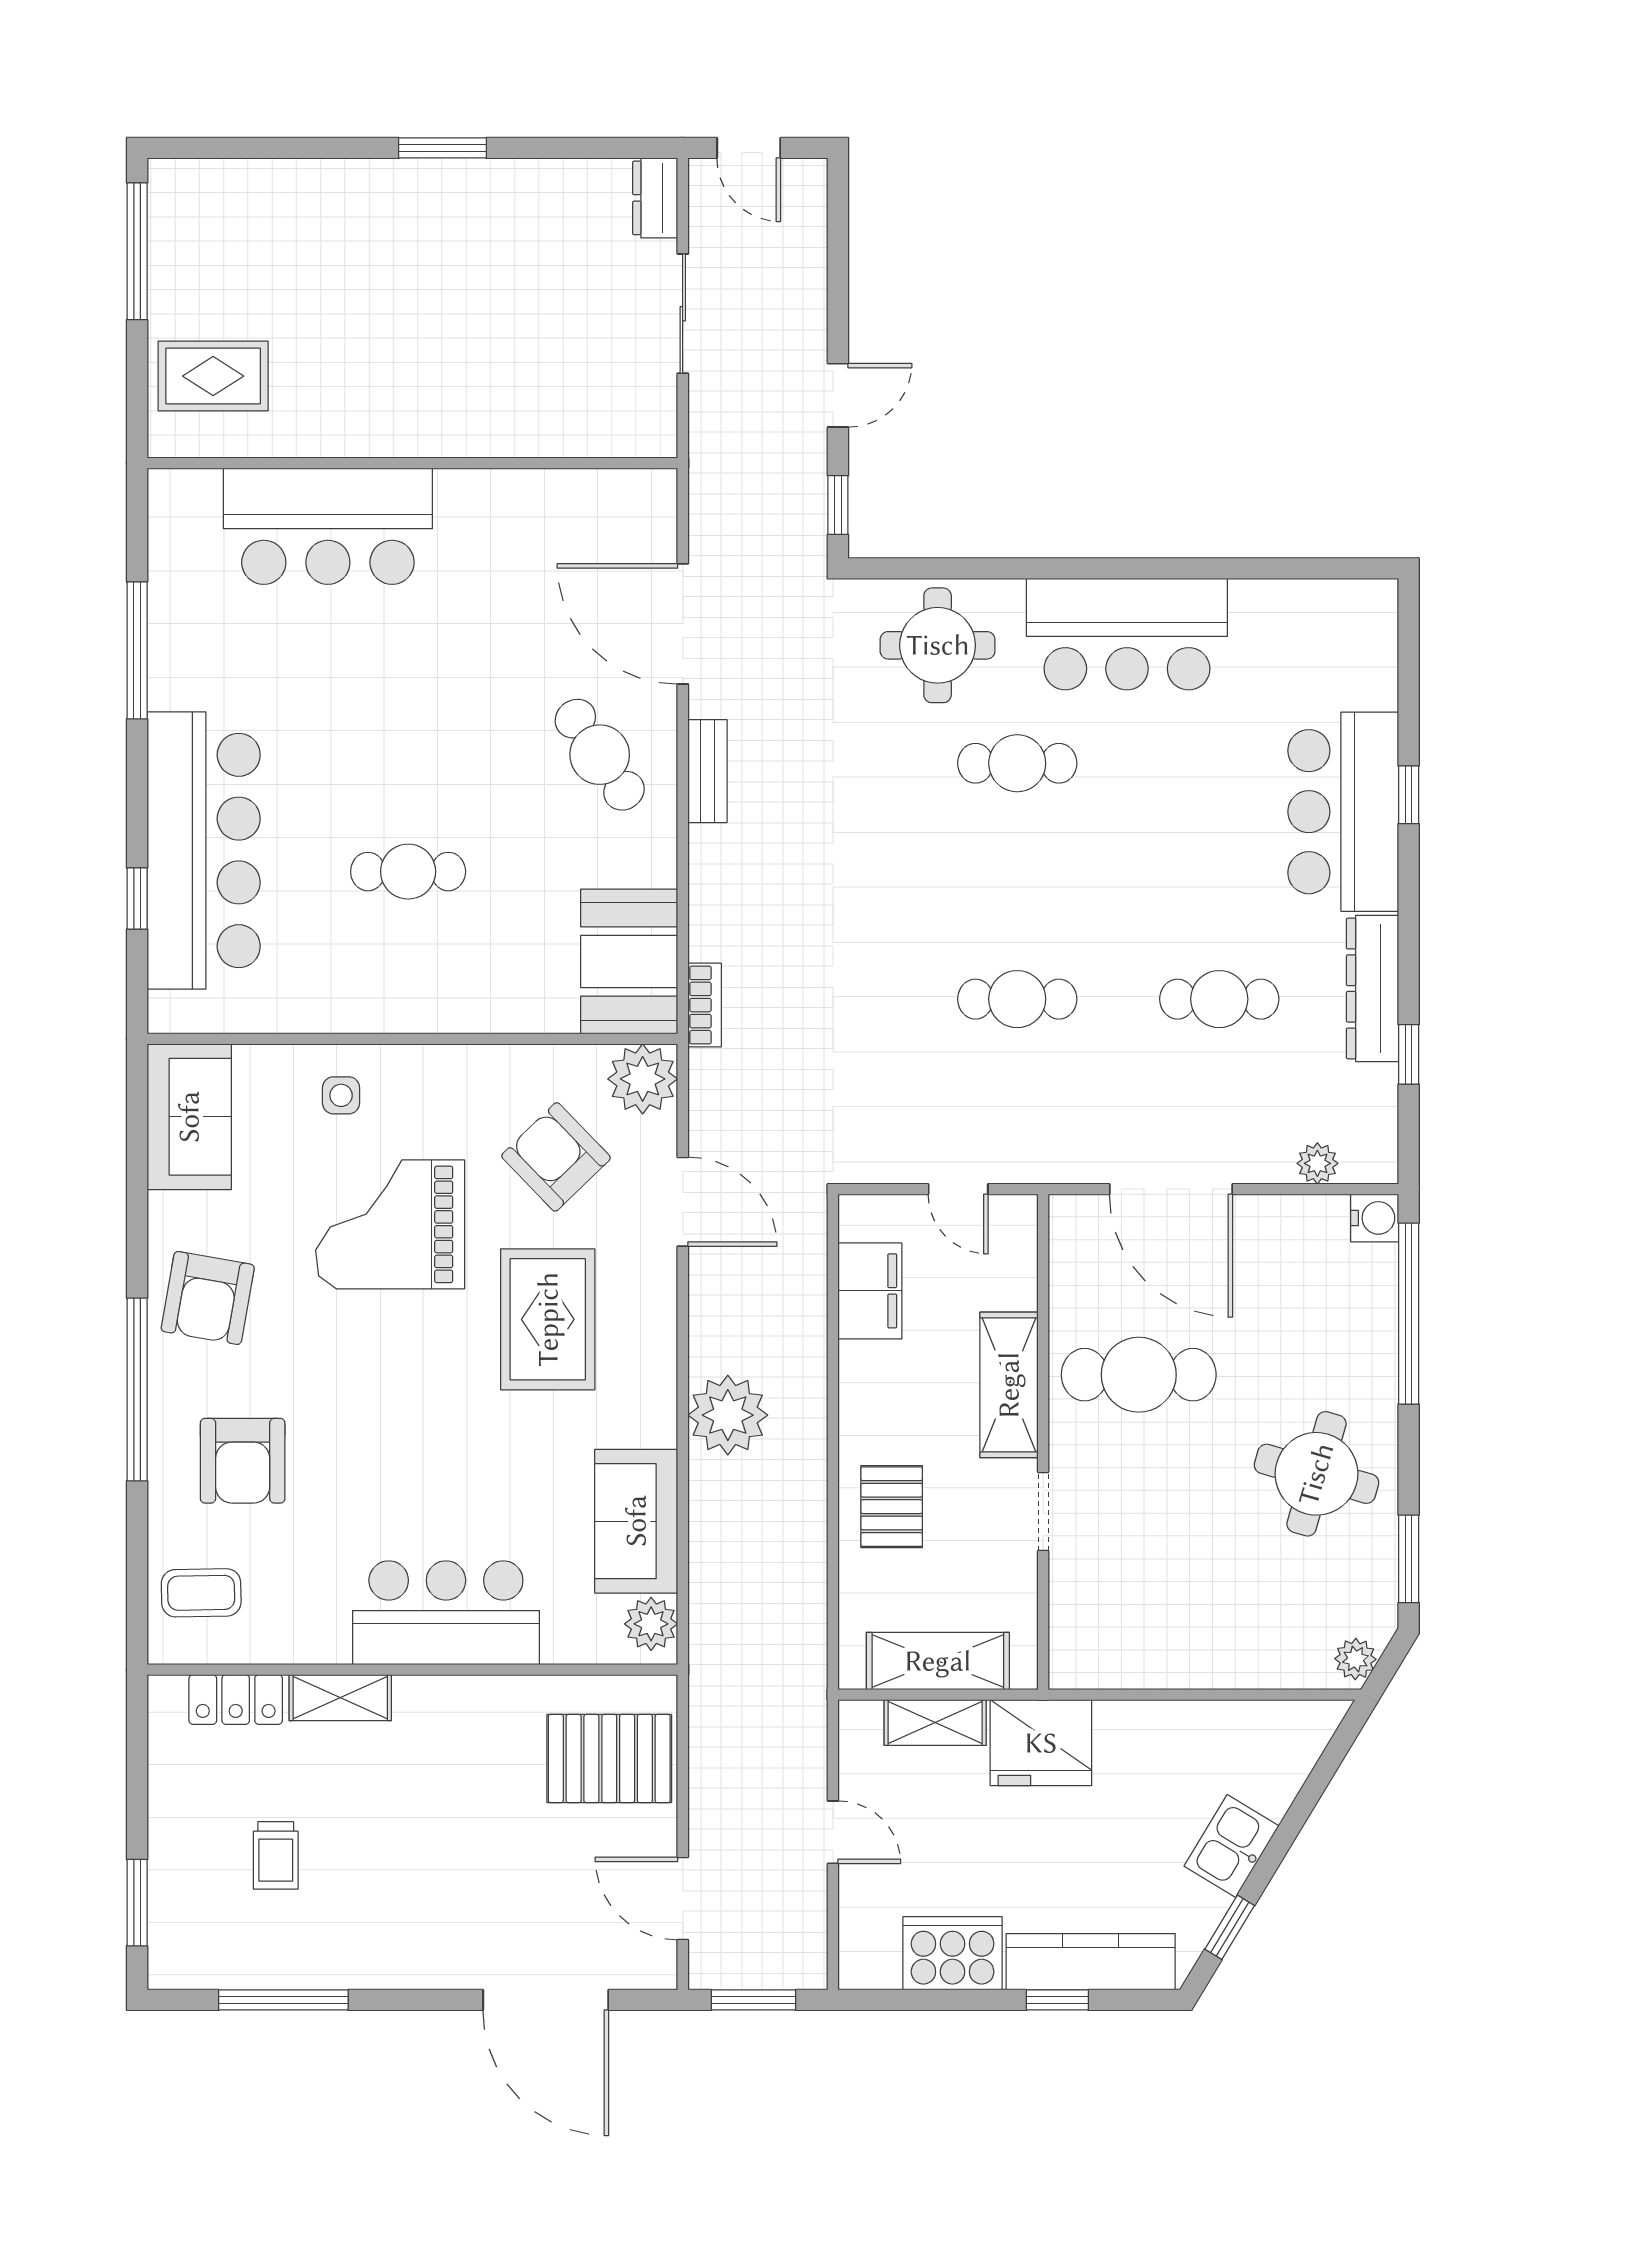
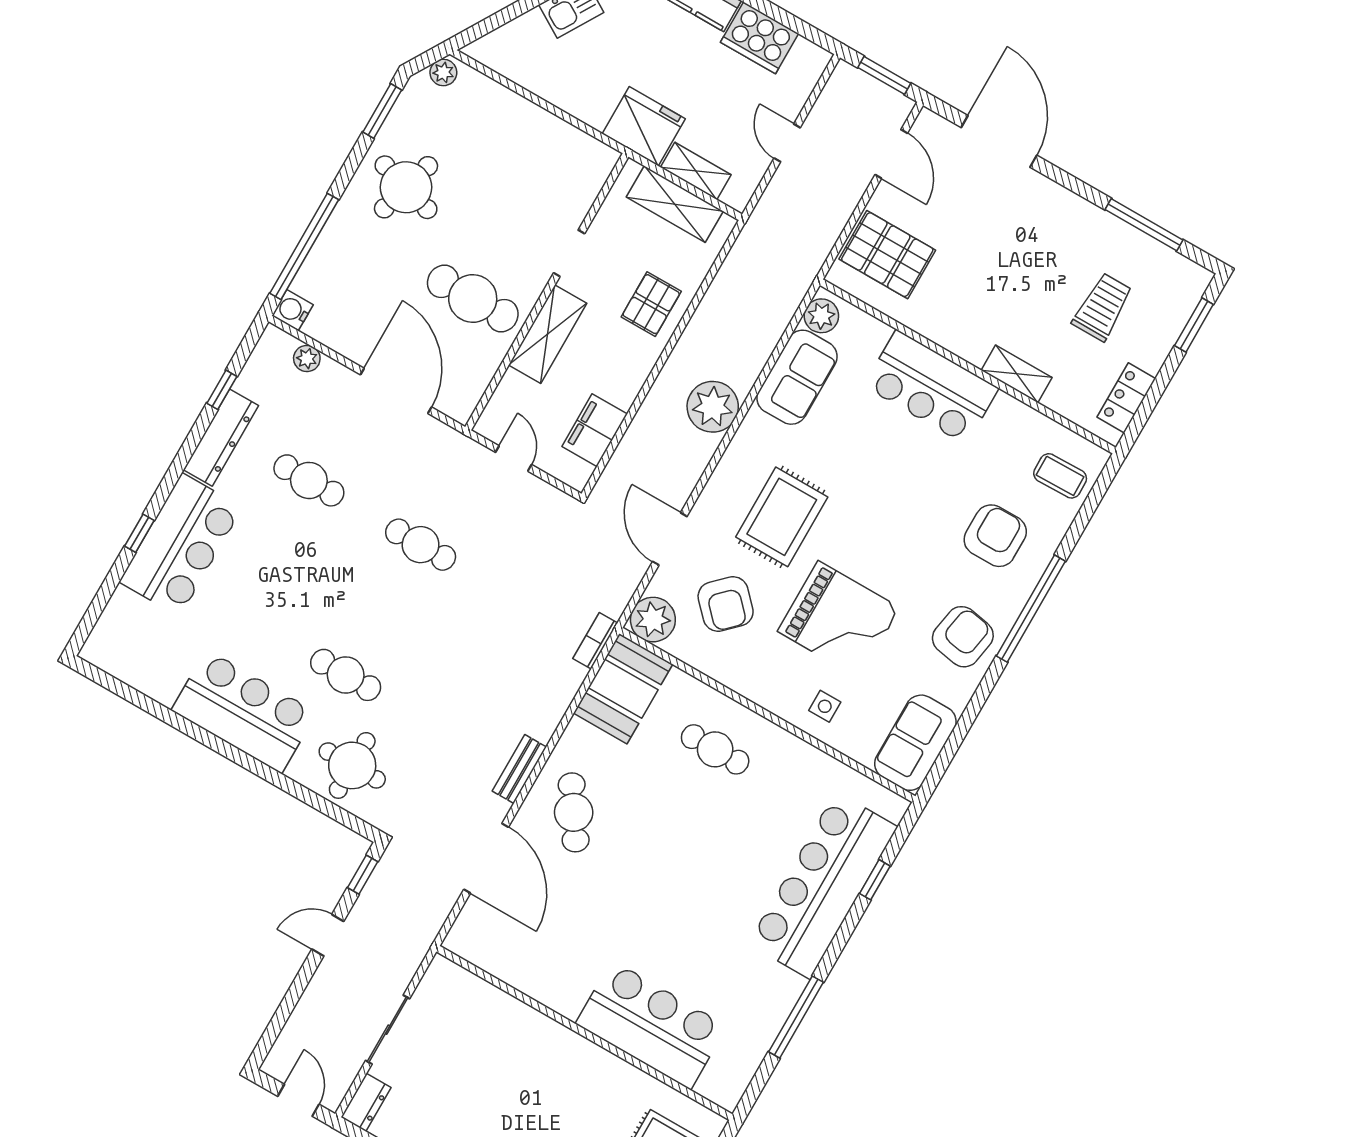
cafe table: (408, 872) -> (715, 749), moved
locker: (236, 1699) -> (1126, 398), moved, turned -90
trolley: (276, 1855) -> (1102, 307), width x1.36, depth x1.39

